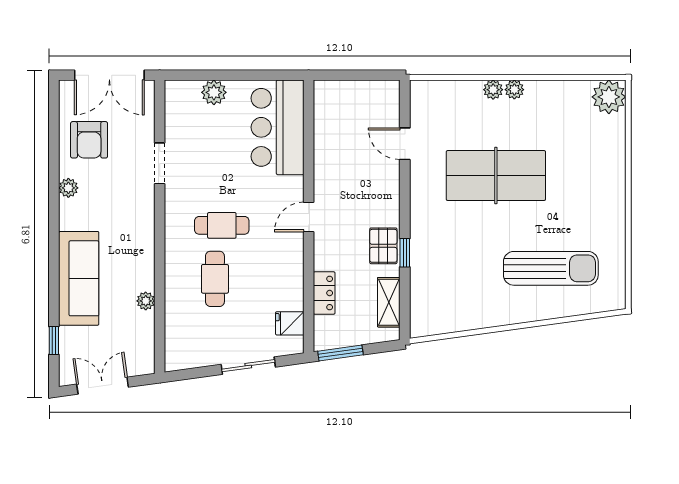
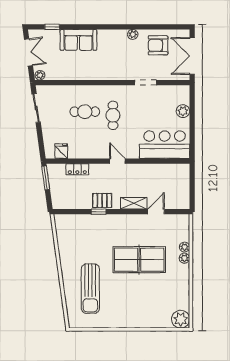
plant: (514, 90) -> (185, 247), moved
table tennis table: (496, 176) -> (139, 260), turned 90
sofa: (79, 278) -> (78, 40), width x0.73
plant: (146, 301) -> (40, 75), moved
shelving: (389, 302) -> (134, 203), moved
sliding door: (248, 366) -> (36, 108), moved

